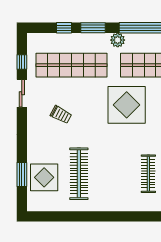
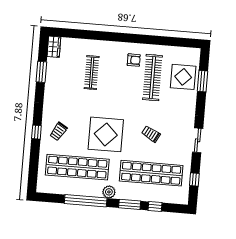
sliding door: (22, 93) -> (198, 140), moved
trolley: (61, 115) -> (151, 134), moved
armchair: (102, 192) -> (134, 60), added

